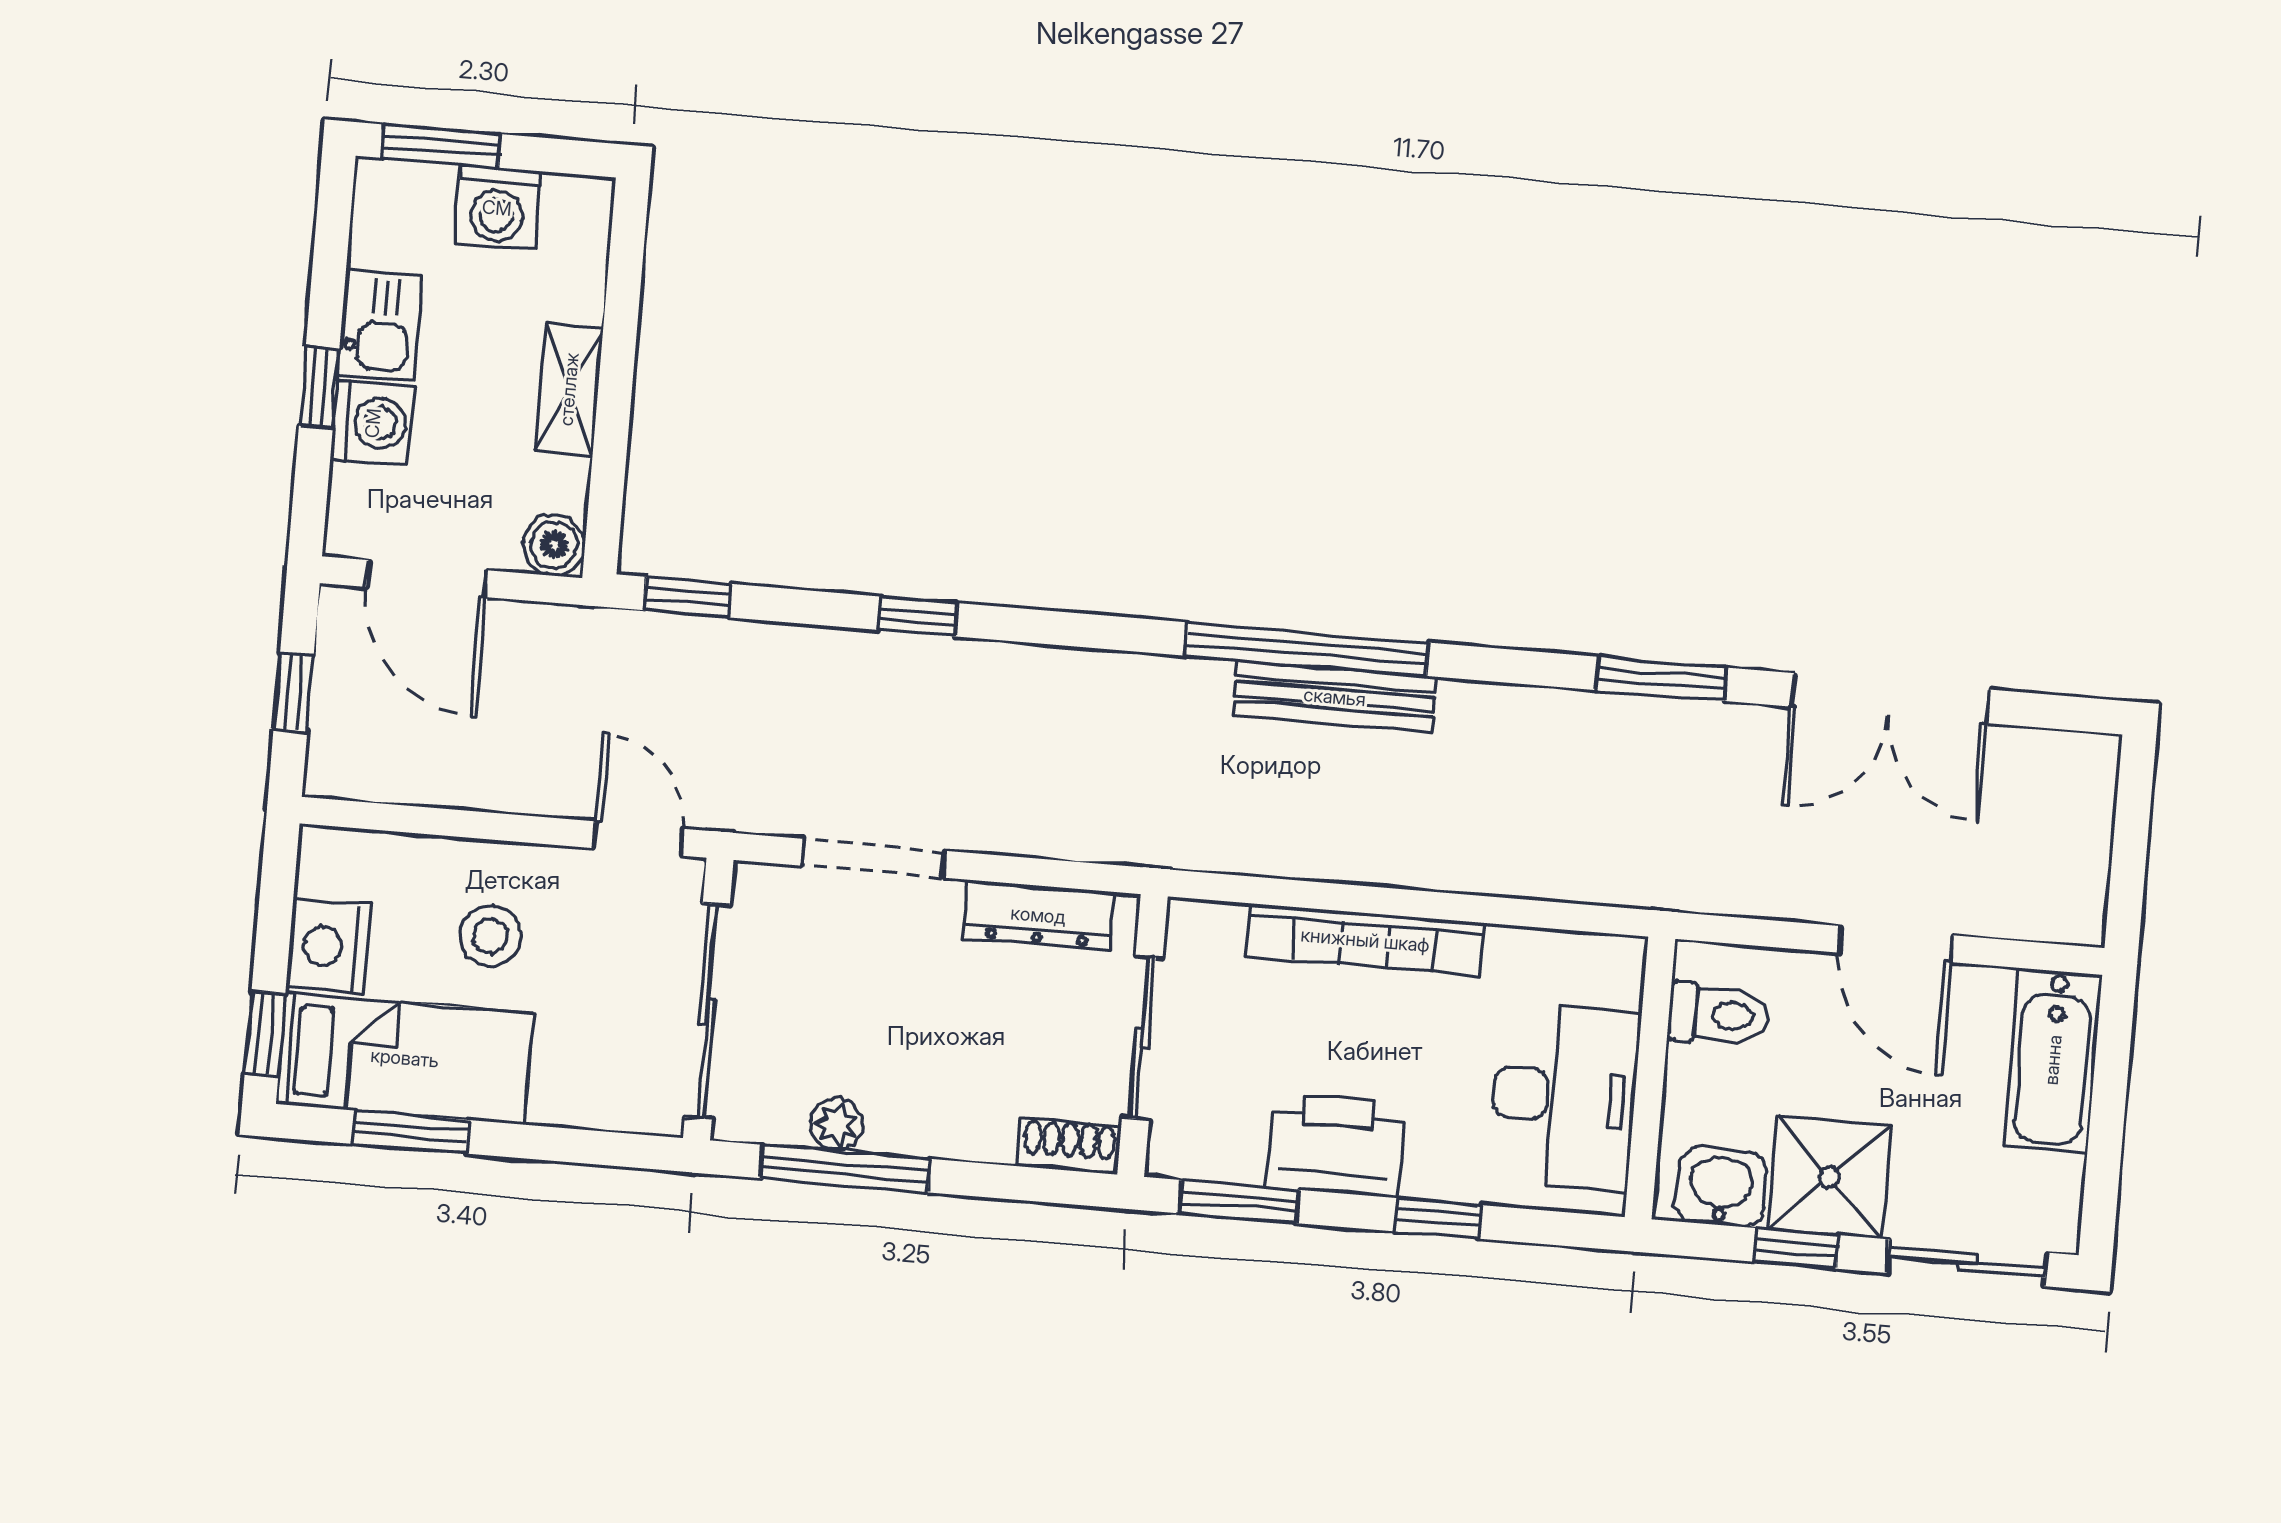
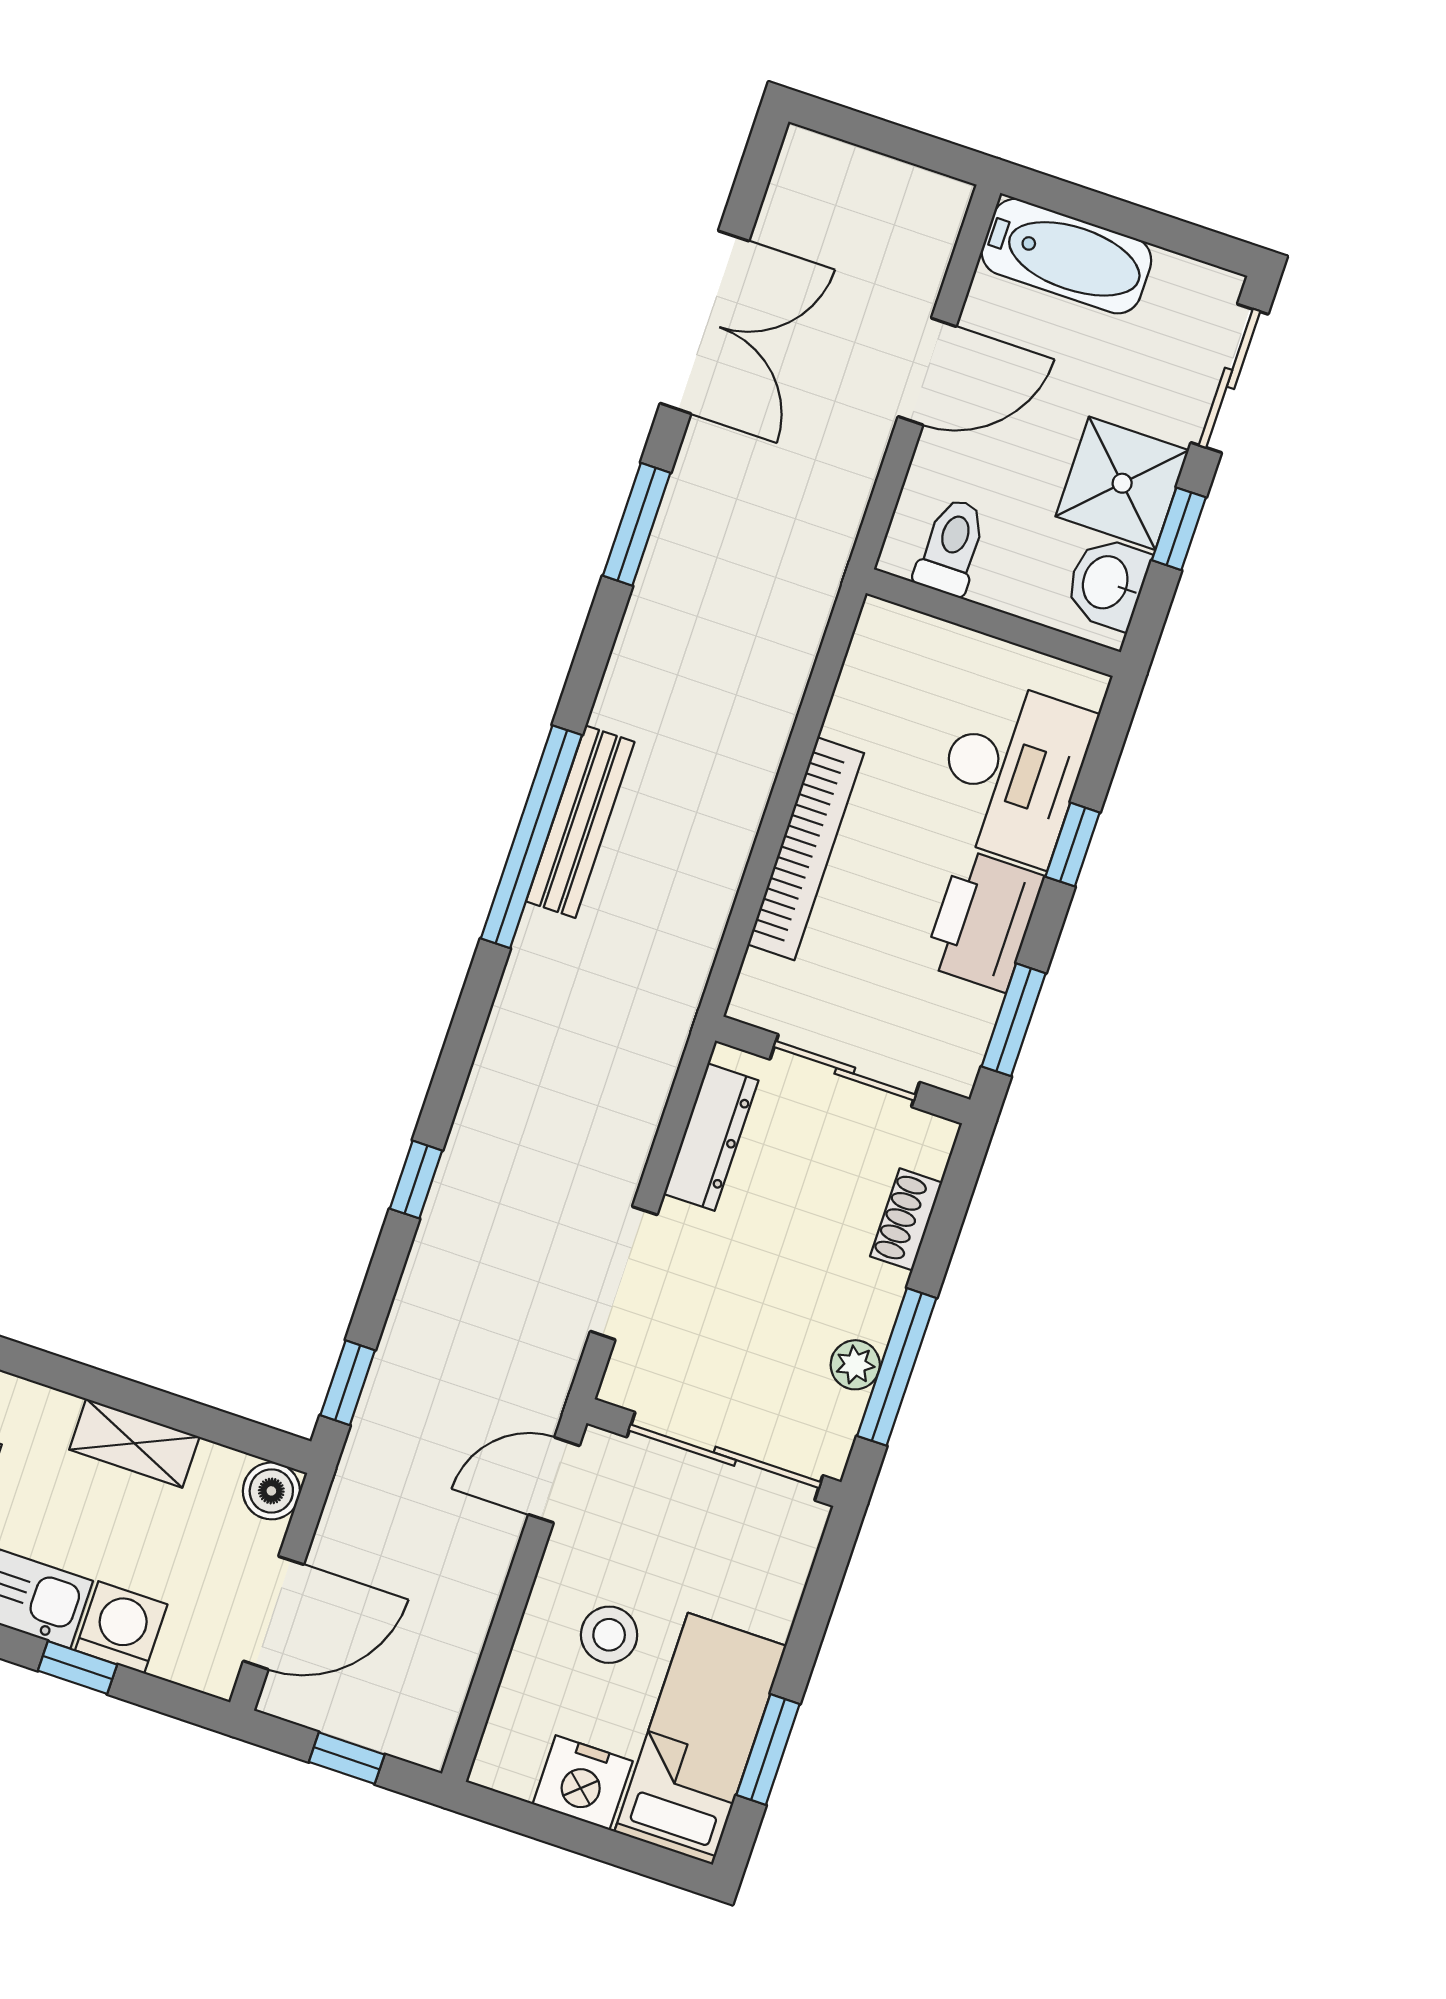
window: (265, 1033) -> (647, 1859), removed
desk: (1564, 1097) -> (1012, 772), moved, turned 90
shoe rack: (1069, 1146) -> (906, 1219), moved

